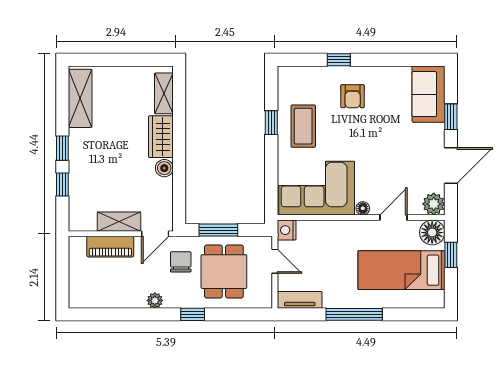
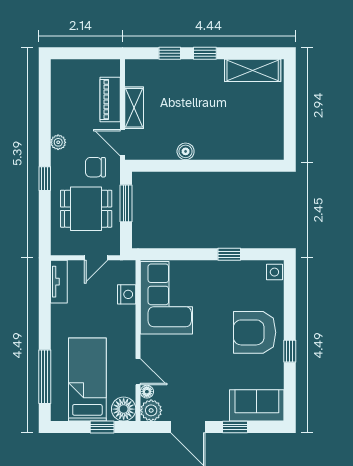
window: (339, 60) -> (290, 351), moved
side table: (290, 76) -> (274, 272), added
shelving: (164, 93) -> (257, 151), removed
armchair: (353, 96) -> (255, 332), width x1.88, depth x1.88
coffee table: (303, 126) -> (226, 285), removed
wardrobe: (161, 137) -> (216, 148), removed
floor lamp: (363, 208) -> (147, 392), moved
nightstand: (287, 230) -> (127, 294), moved, turned 90
chair: (181, 262) -> (95, 167), turned 180
window: (354, 314) -> (45, 377), moved

